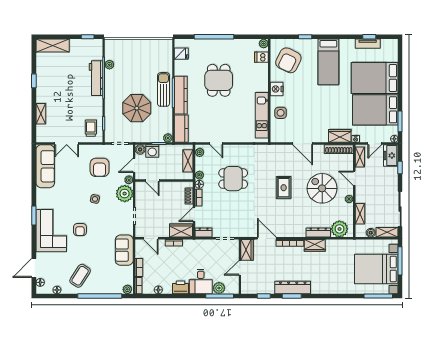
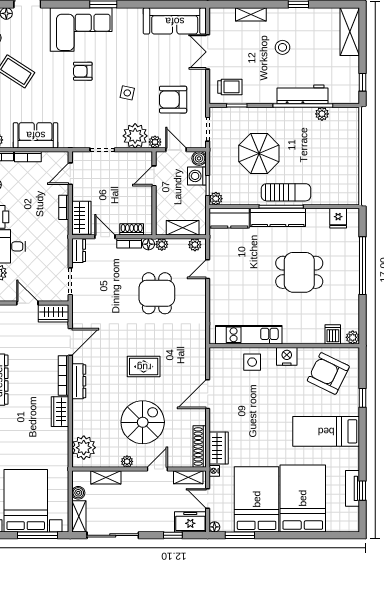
stool: (64, 92) -> (282, 47), added
dresser: (318, 232) -> (79, 381), moved
sofa: (124, 250) -> (36, 135), moved

